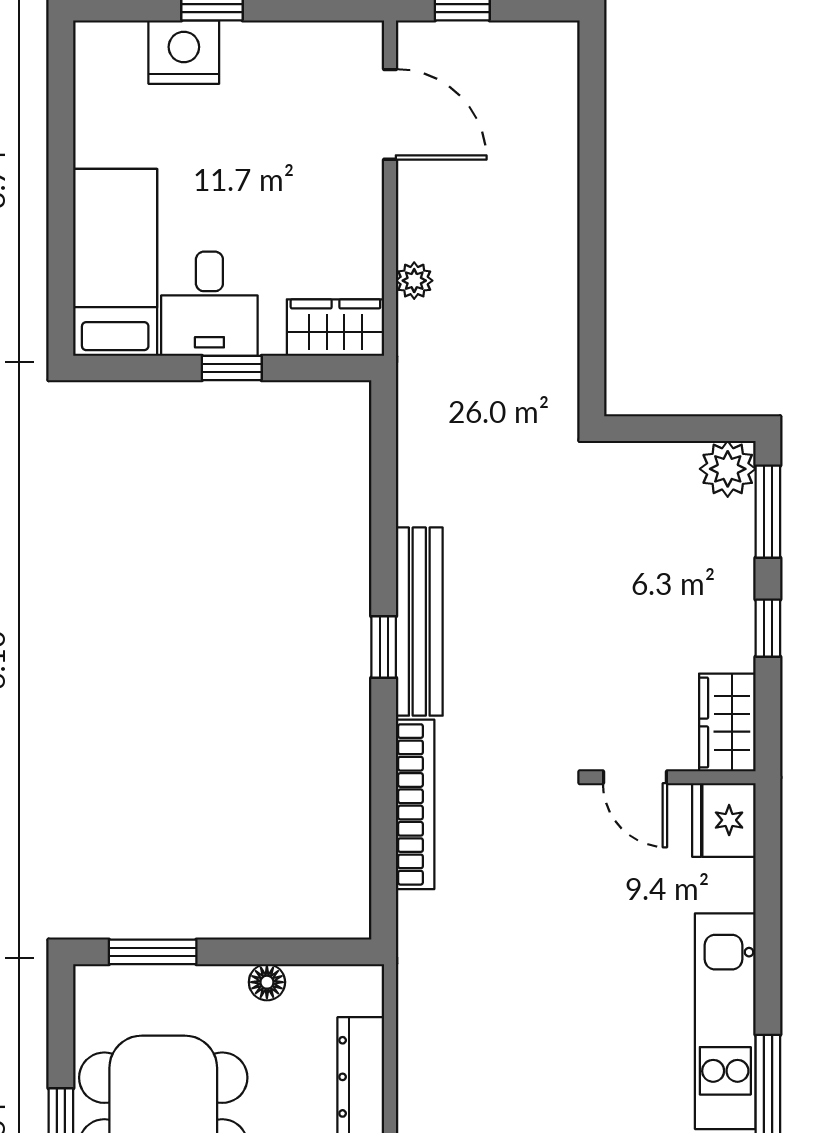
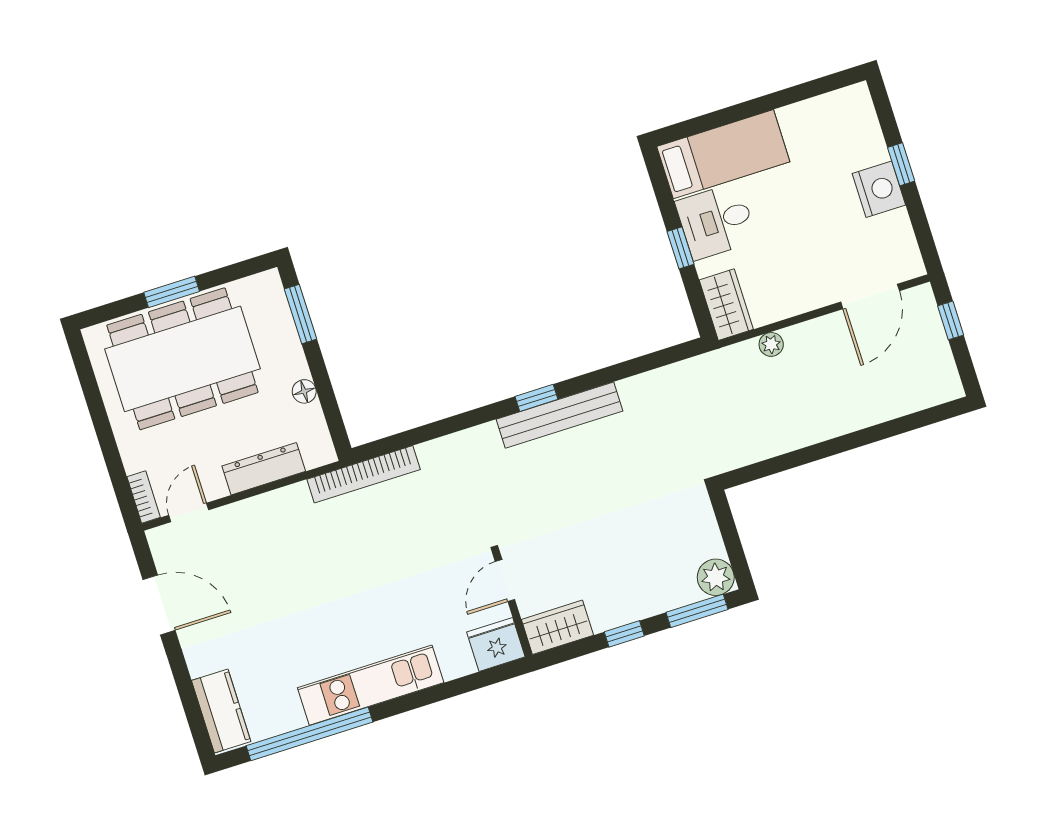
nightstand: (184, 52) -> (879, 189), moved
bookcase: (415, 804) -> (364, 474), moved

